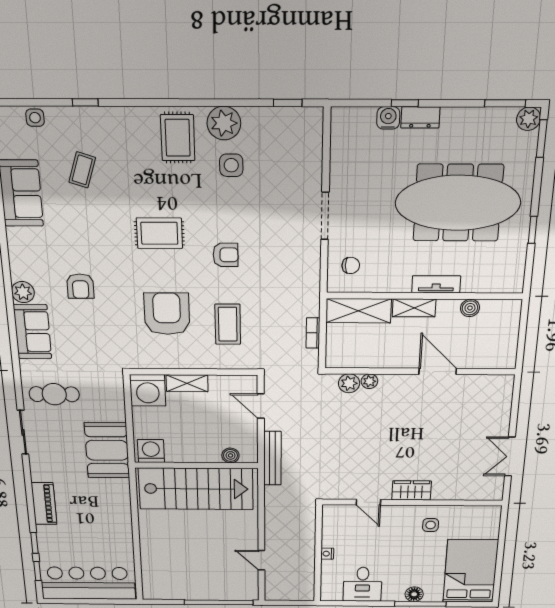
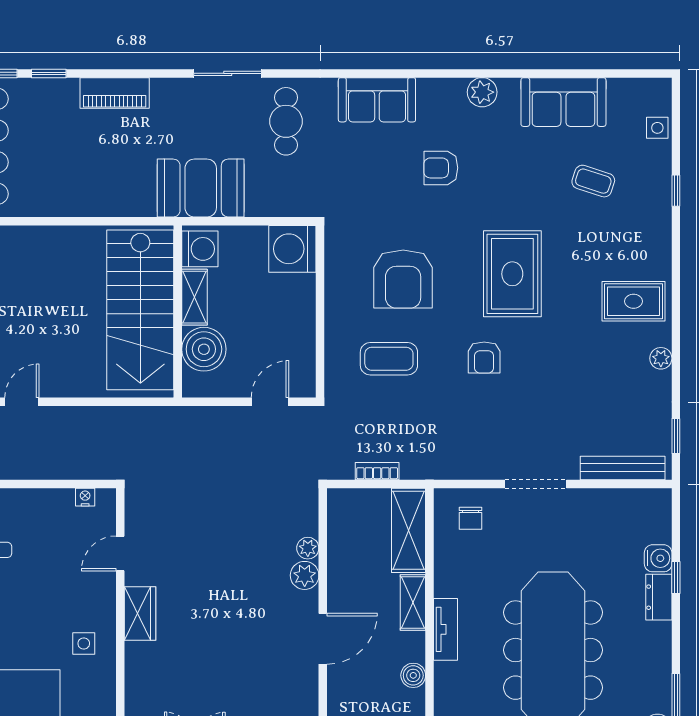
plant: (224, 123) -> (661, 358), width x0.53, depth x0.53
side table: (231, 165) -> (600, 367), removed
rug: (159, 233) -> (512, 274), width x1.36, depth x1.43
plant: (23, 292) -> (482, 92), moved
armchair: (167, 314) -> (403, 279), turned 90
shelving: (187, 383) -> (194, 297), moved
plant: (349, 383) -> (305, 575), moved
boiler: (230, 455) -> (204, 349), width x1.86, depth x1.86
bench: (272, 458) -> (623, 468), moved
nightstand: (327, 554) -> (85, 497), moved

